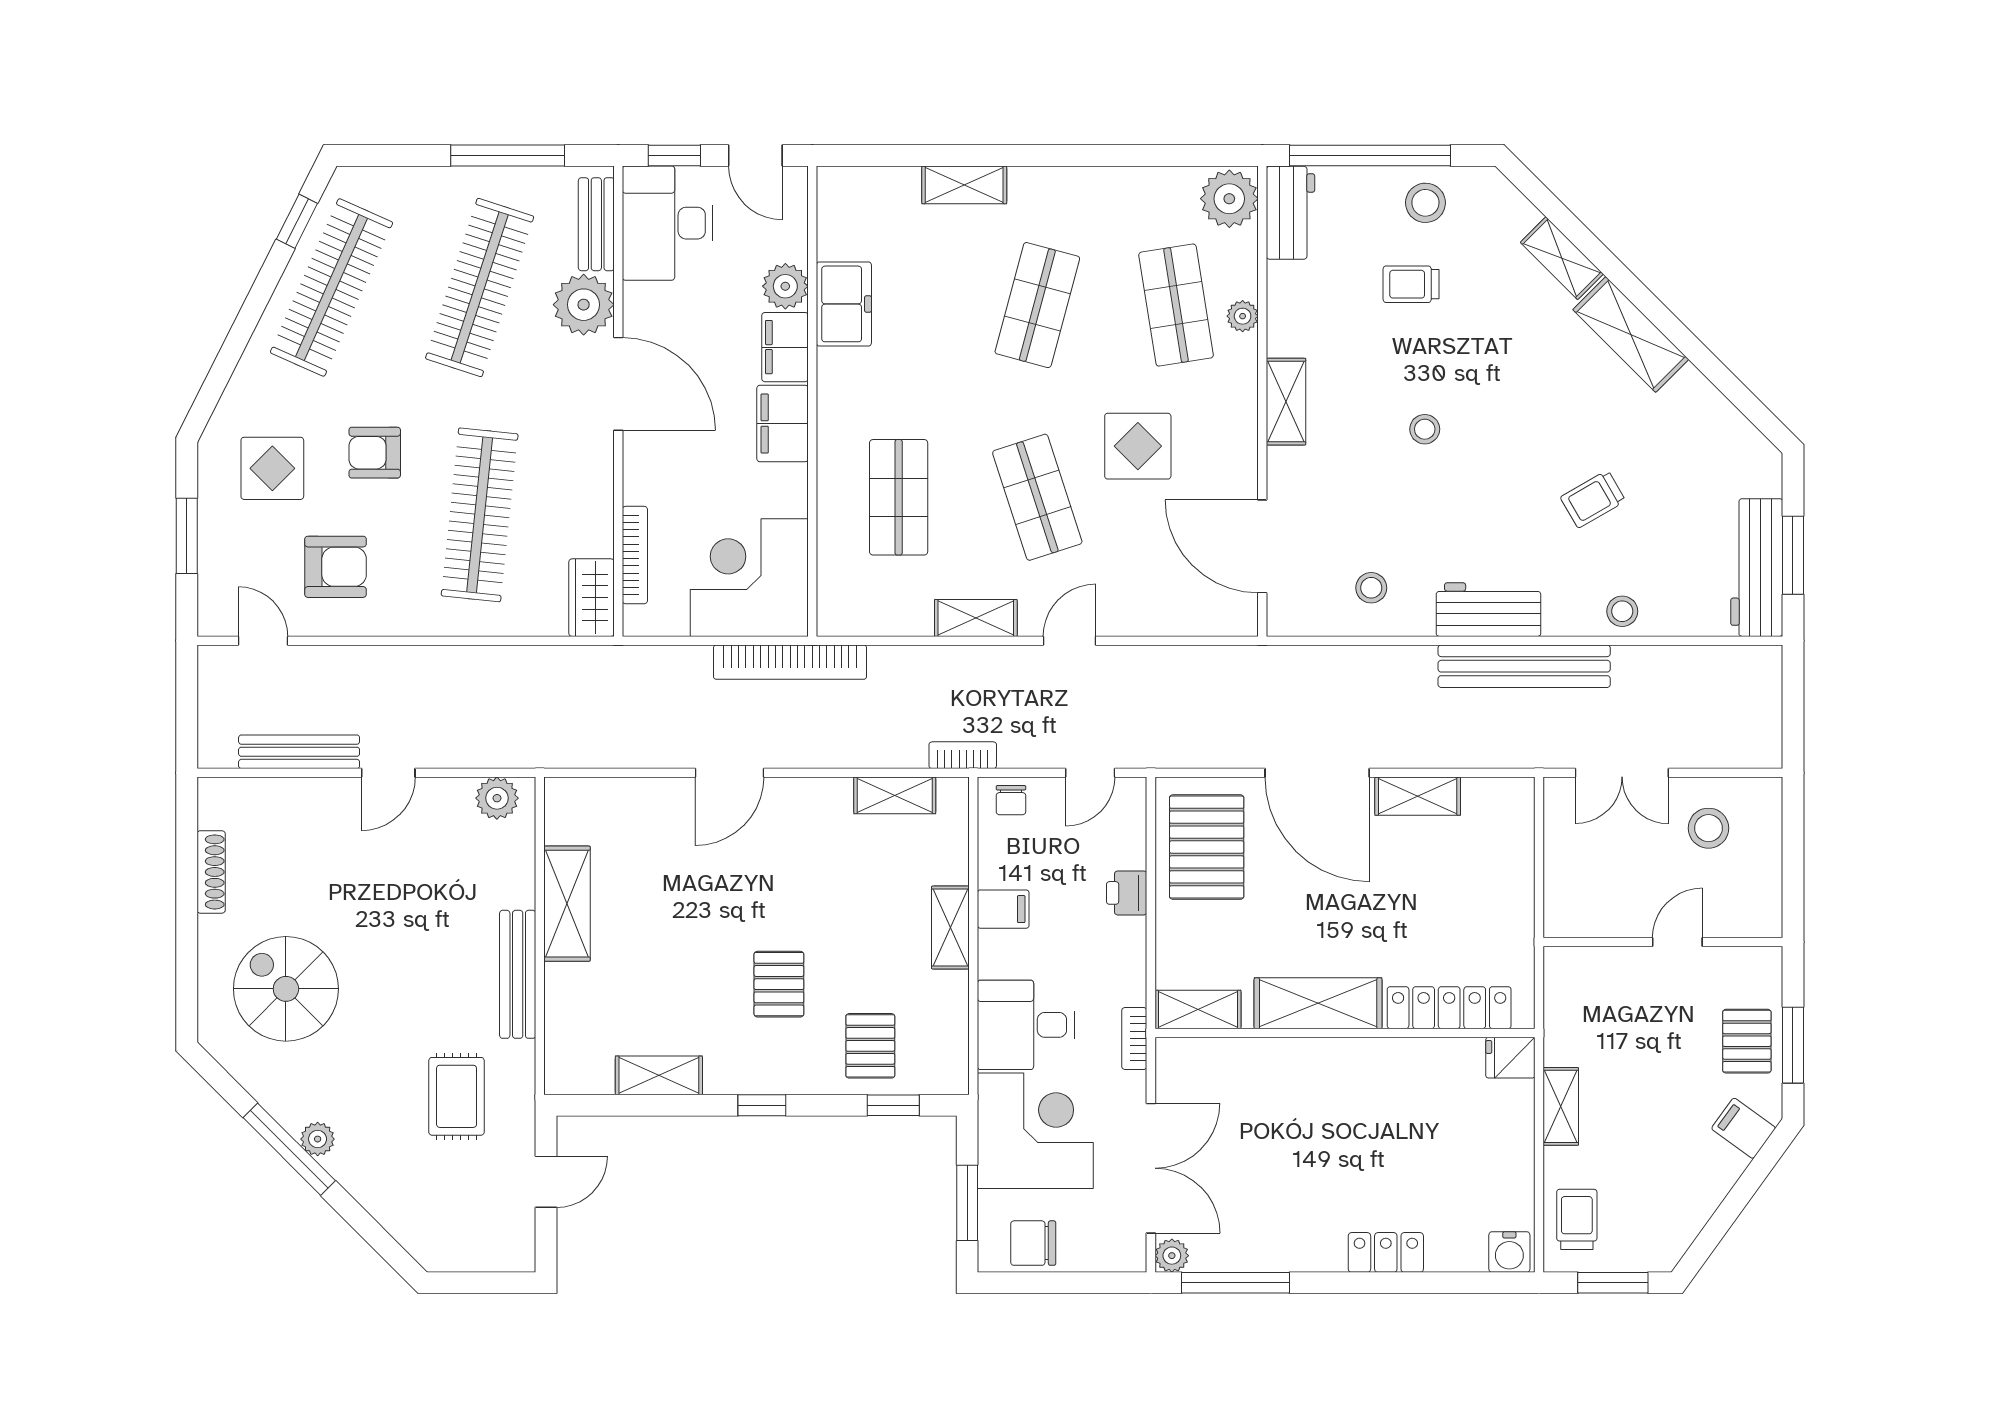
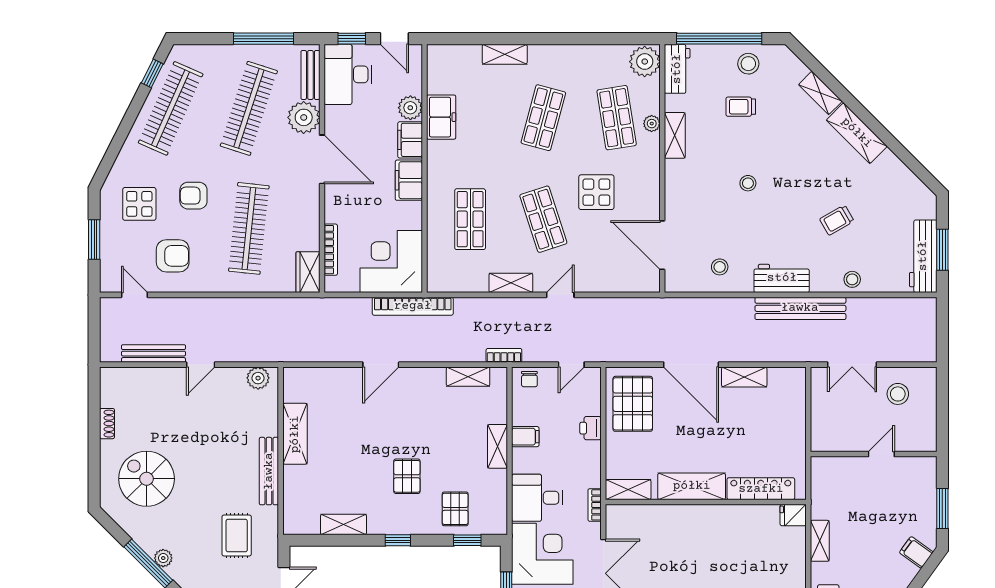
shelving: (1286, 402) -> (675, 135), moved
shoe rack: (211, 872) -> (107, 424), width x0.70
pallet: (1747, 1041) -> (918, 506), removed

